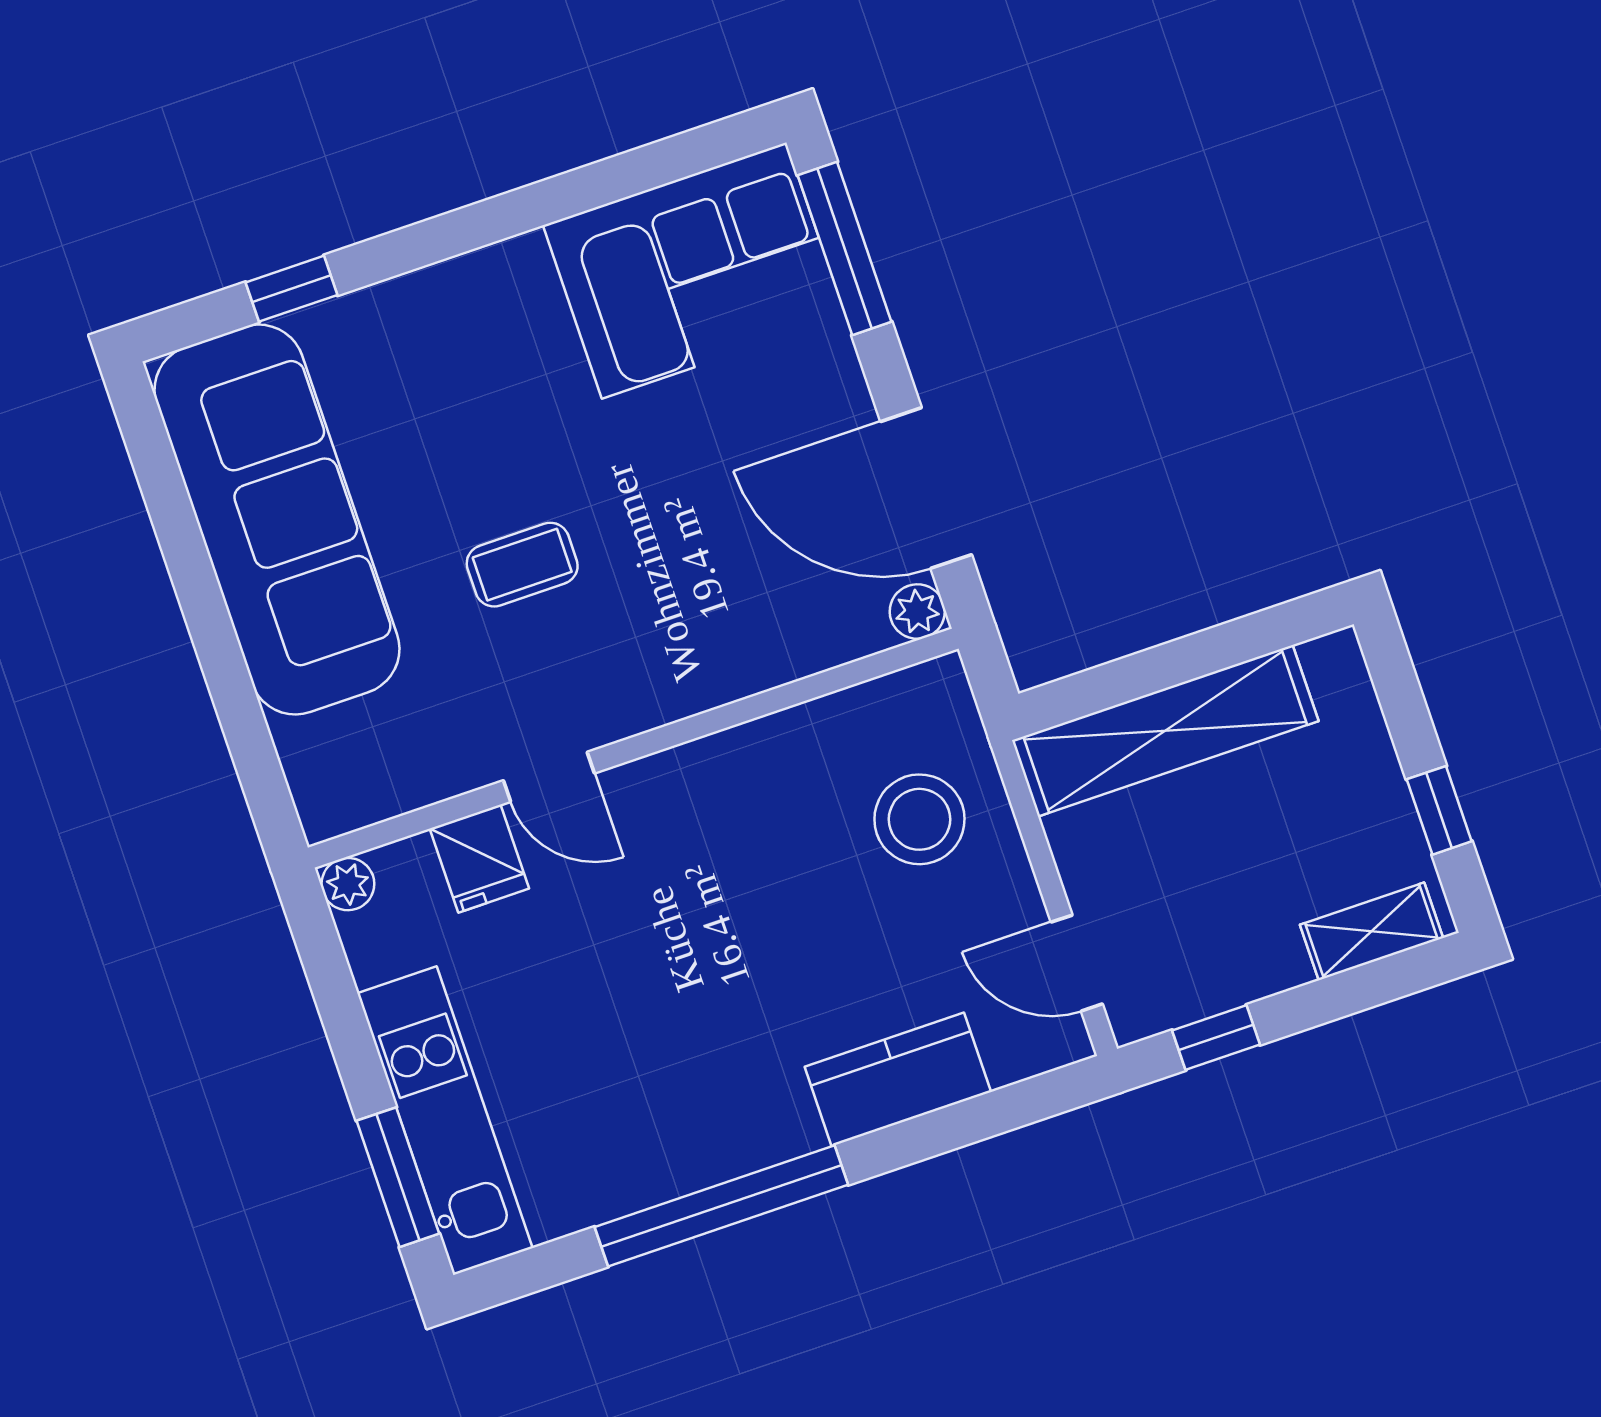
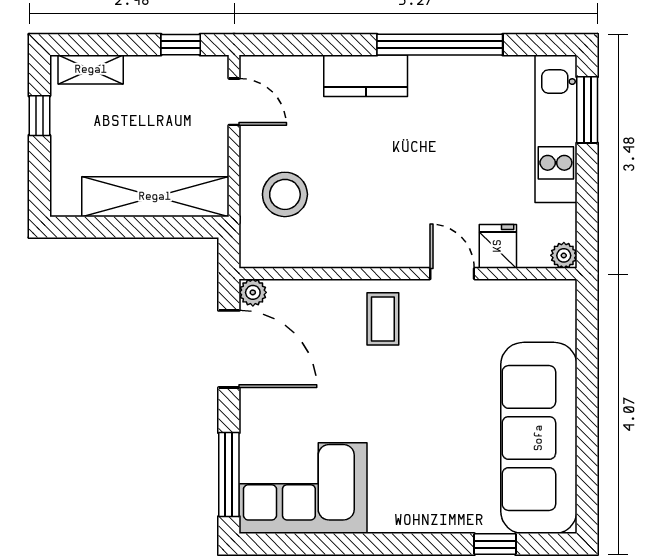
coffee table: (522, 565) -> (383, 319), moved, turned 90
kitchen counter: (898, 1079) -> (366, 76), moved

